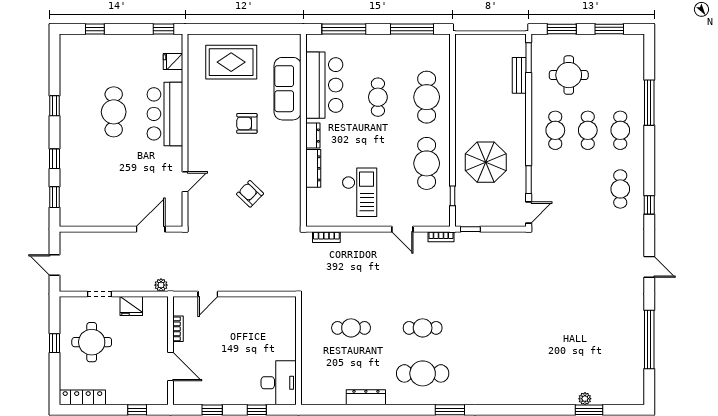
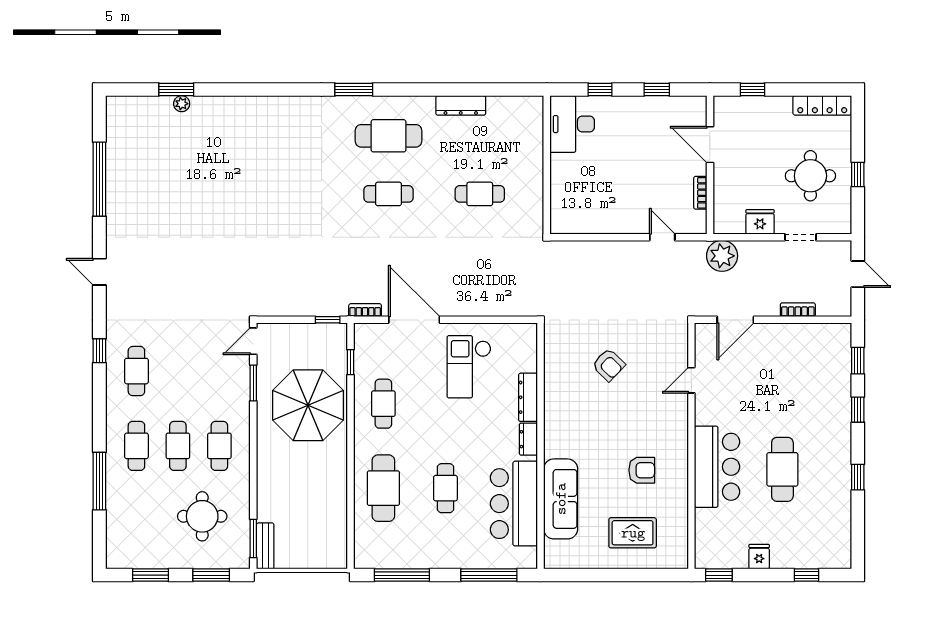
fridge: (173, 61) -> (759, 557), moved, turned -90
rug: (231, 62) -> (633, 533), width x0.73, depth x0.70
bench: (519, 75) -> (265, 546), moved
armchair: (247, 123) -> (642, 470), moved
parasol: (486, 162) -> (308, 405), width x1.36, depth x1.36
cafe table: (427, 163) -> (383, 404), width x0.73, depth x0.74
door: (402, 229) -> (414, 320), width x1.88
bookcase: (326, 237) -> (798, 310), moved
plant: (161, 285) -> (722, 256), width x1.87, depth x1.87
door: (208, 294) -> (662, 237), hinge flipped

